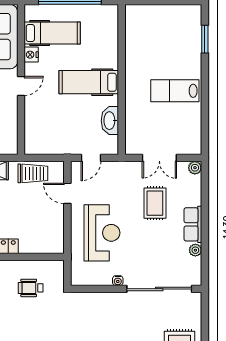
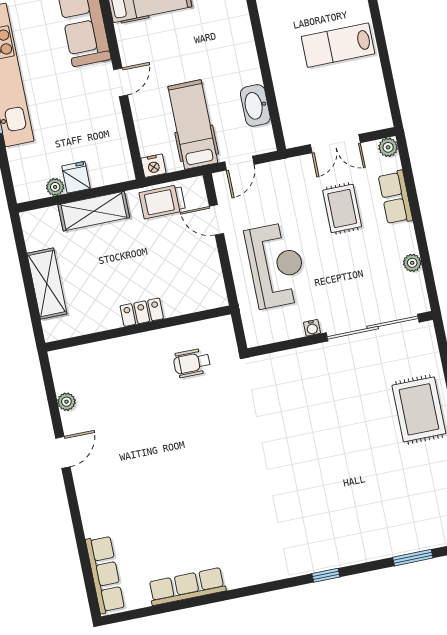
nightstand: (31, 55) -> (153, 166), moved, turned -90
hospital bed: (89, 82) -> (193, 125), moved, turned 90
trolley: (33, 173) -> (162, 202), turned 180
row of seats: (193, 224) -> (395, 198), moved

